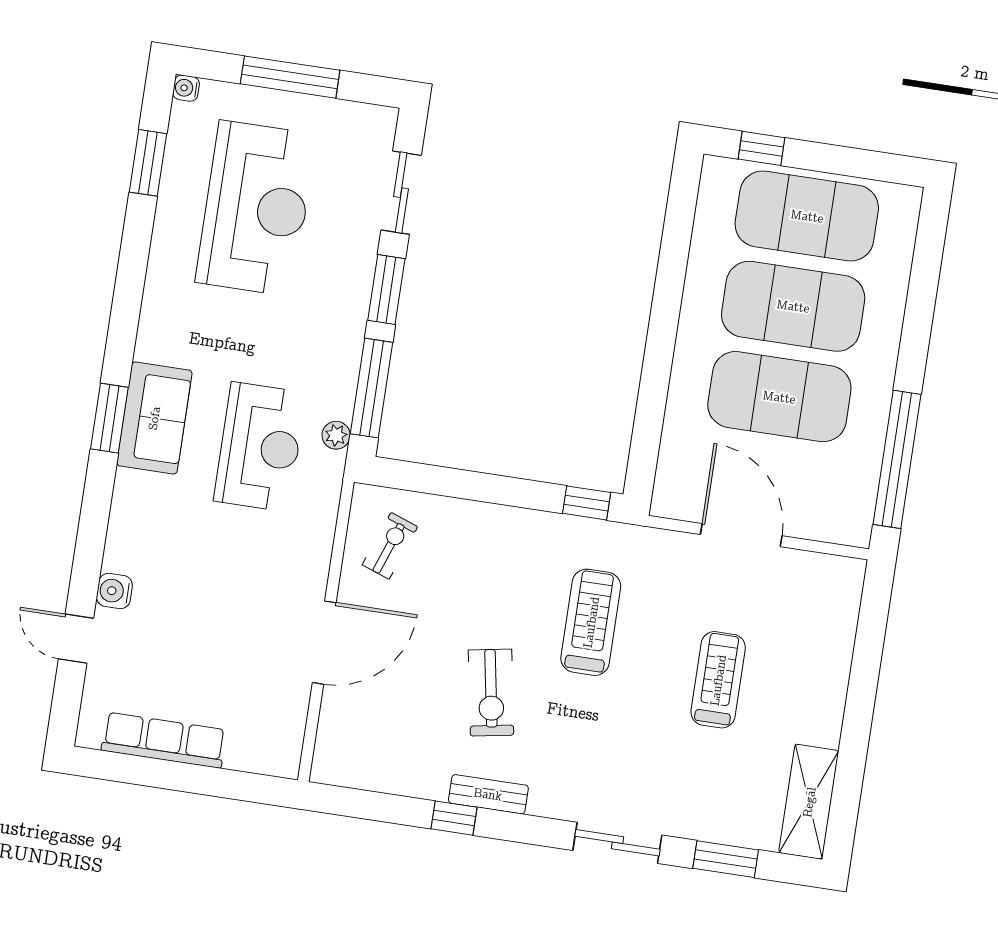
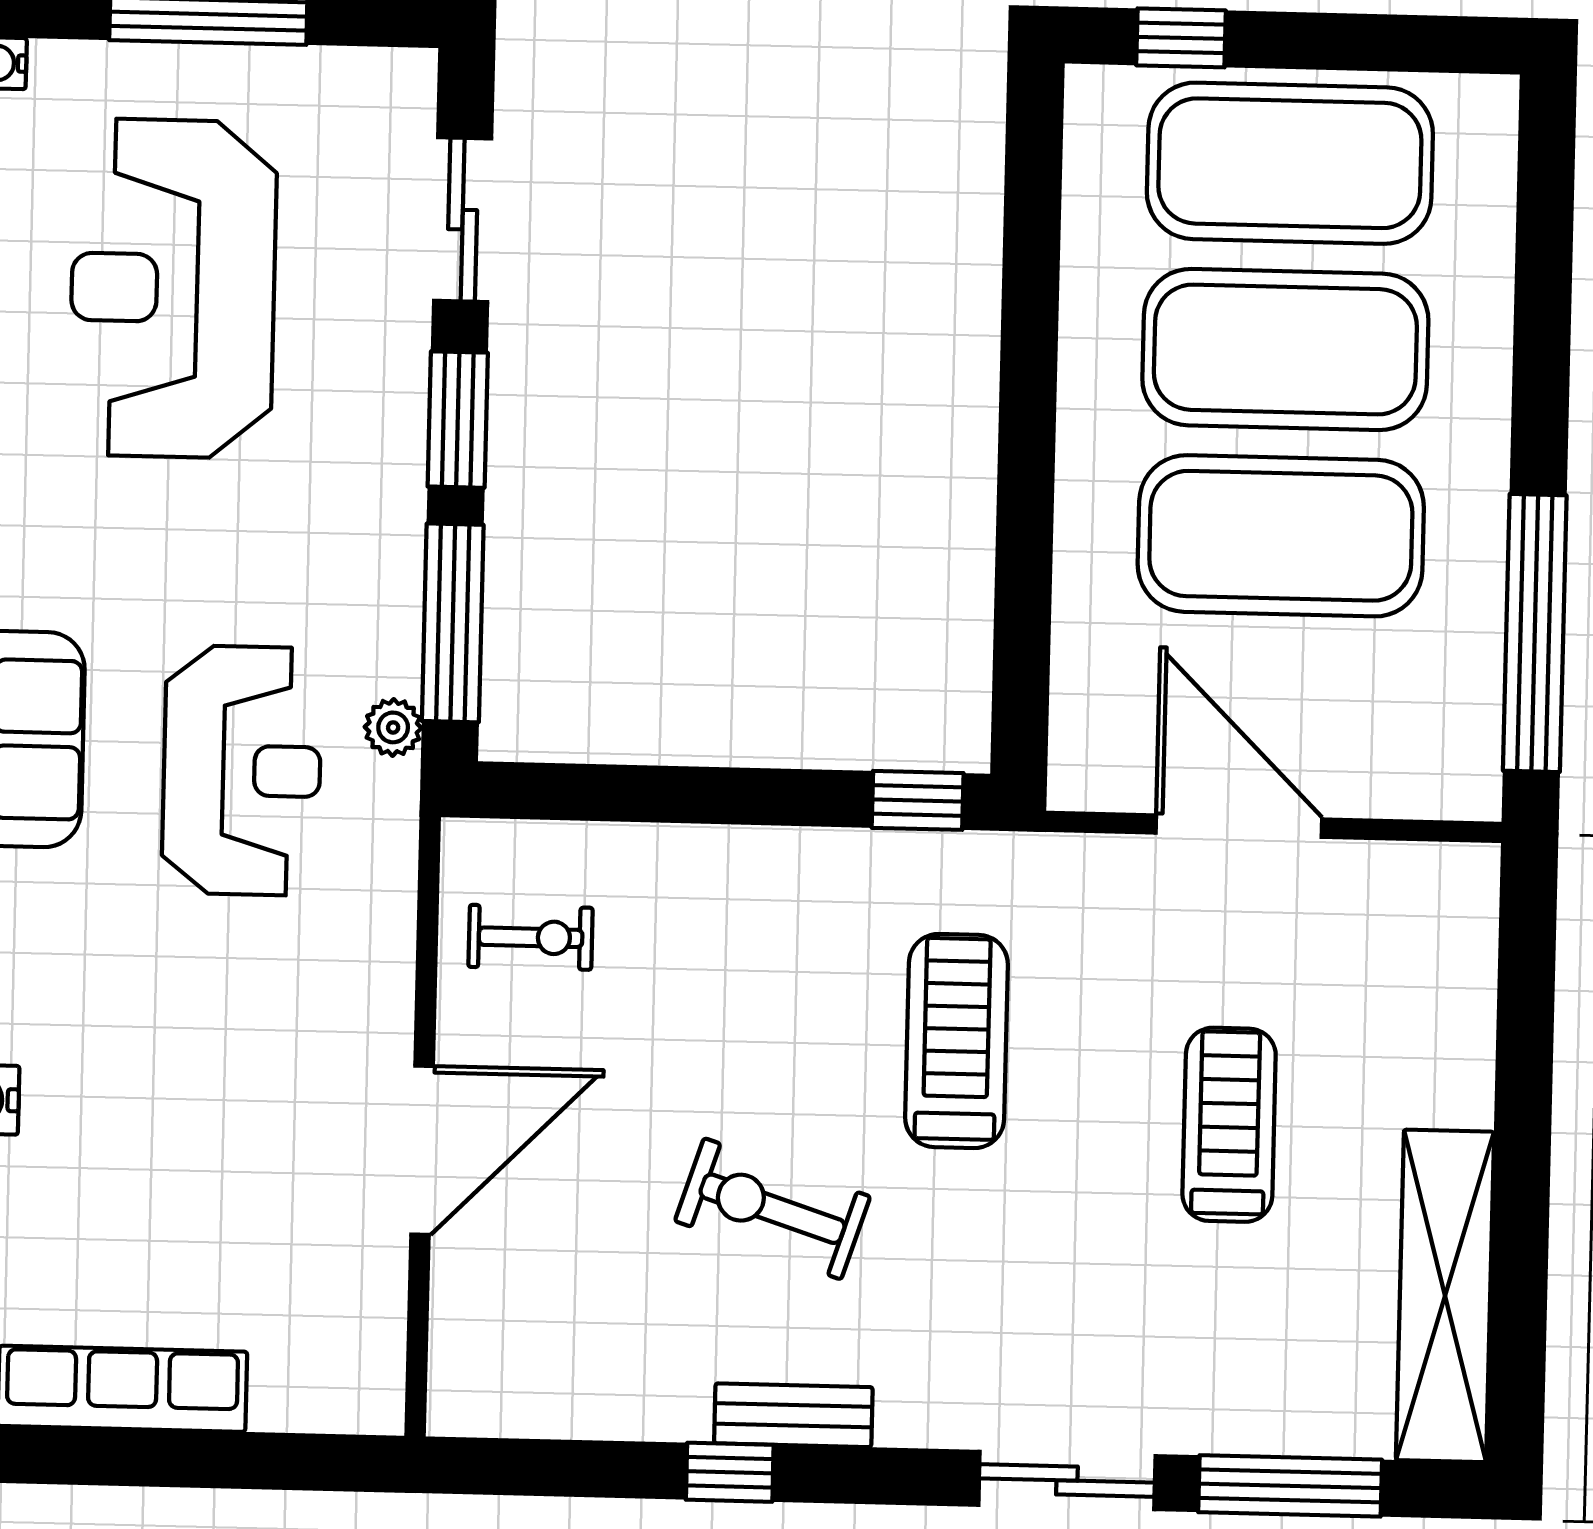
reception desk: (256, 208) -> (173, 288), turned 180
exercise bike: (390, 546) -> (531, 937), turned 70
exercise bike: (491, 693) -> (772, 1209), turned 118
shelving: (809, 802) -> (1445, 1296), width x1.47
window: (726, 859) -> (1290, 1486), width x1.44

